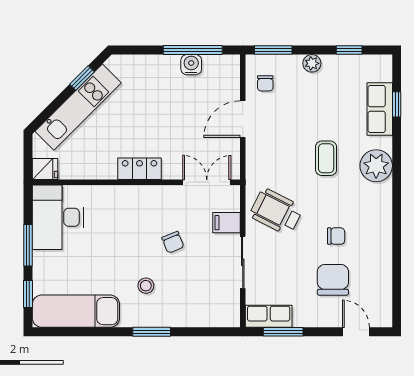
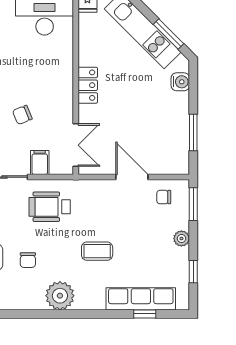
window: (193, 50) -> (193, 133), width x0.69
water cooler: (191, 65) -> (180, 82), moved
window: (82, 78) -> (168, 34), width x1.50
row of seats: (380, 109) -> (141, 299), width x1.48
plant: (376, 166) -> (60, 296), moved
wheelchair: (276, 212) -> (50, 207), turned -117

